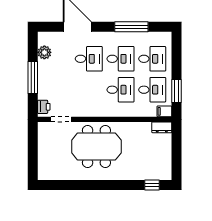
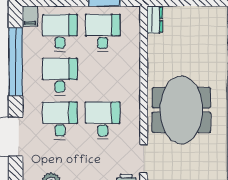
window: (131, 27) -> (16, 62), width x1.46
desk: (121, 90) -> (103, 121), moved
filing cabinet: (164, 111) -> (30, 16), moved

